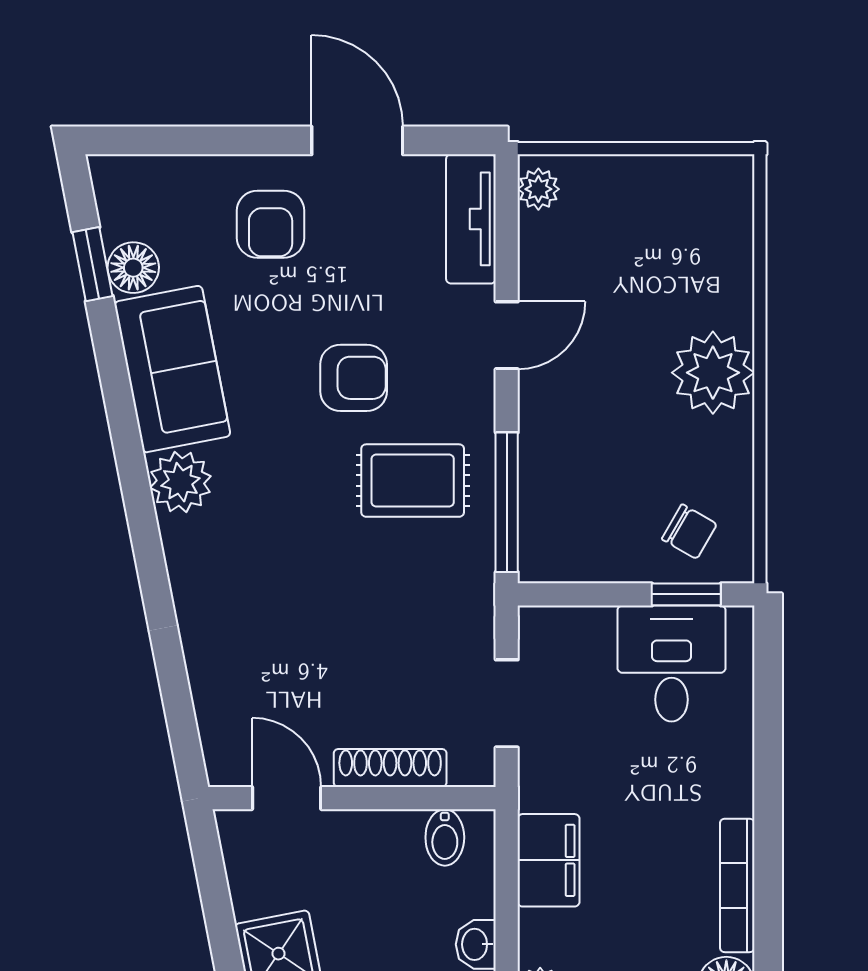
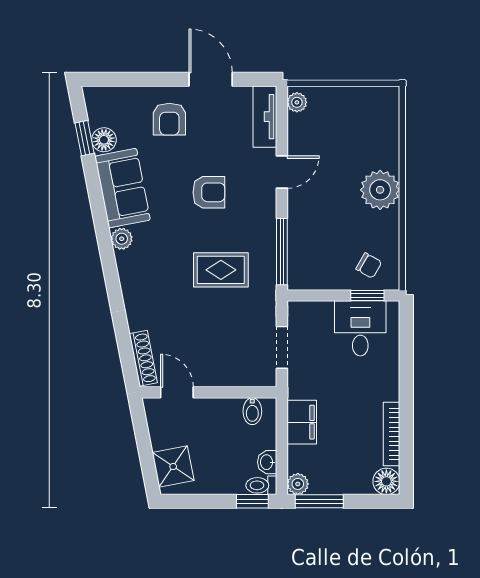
rug: (413, 481) -> (221, 270), moved
plant: (180, 482) -> (122, 239), width x0.73, depth x0.73
shoe rack: (390, 768) -> (143, 358), moved, turned 79

